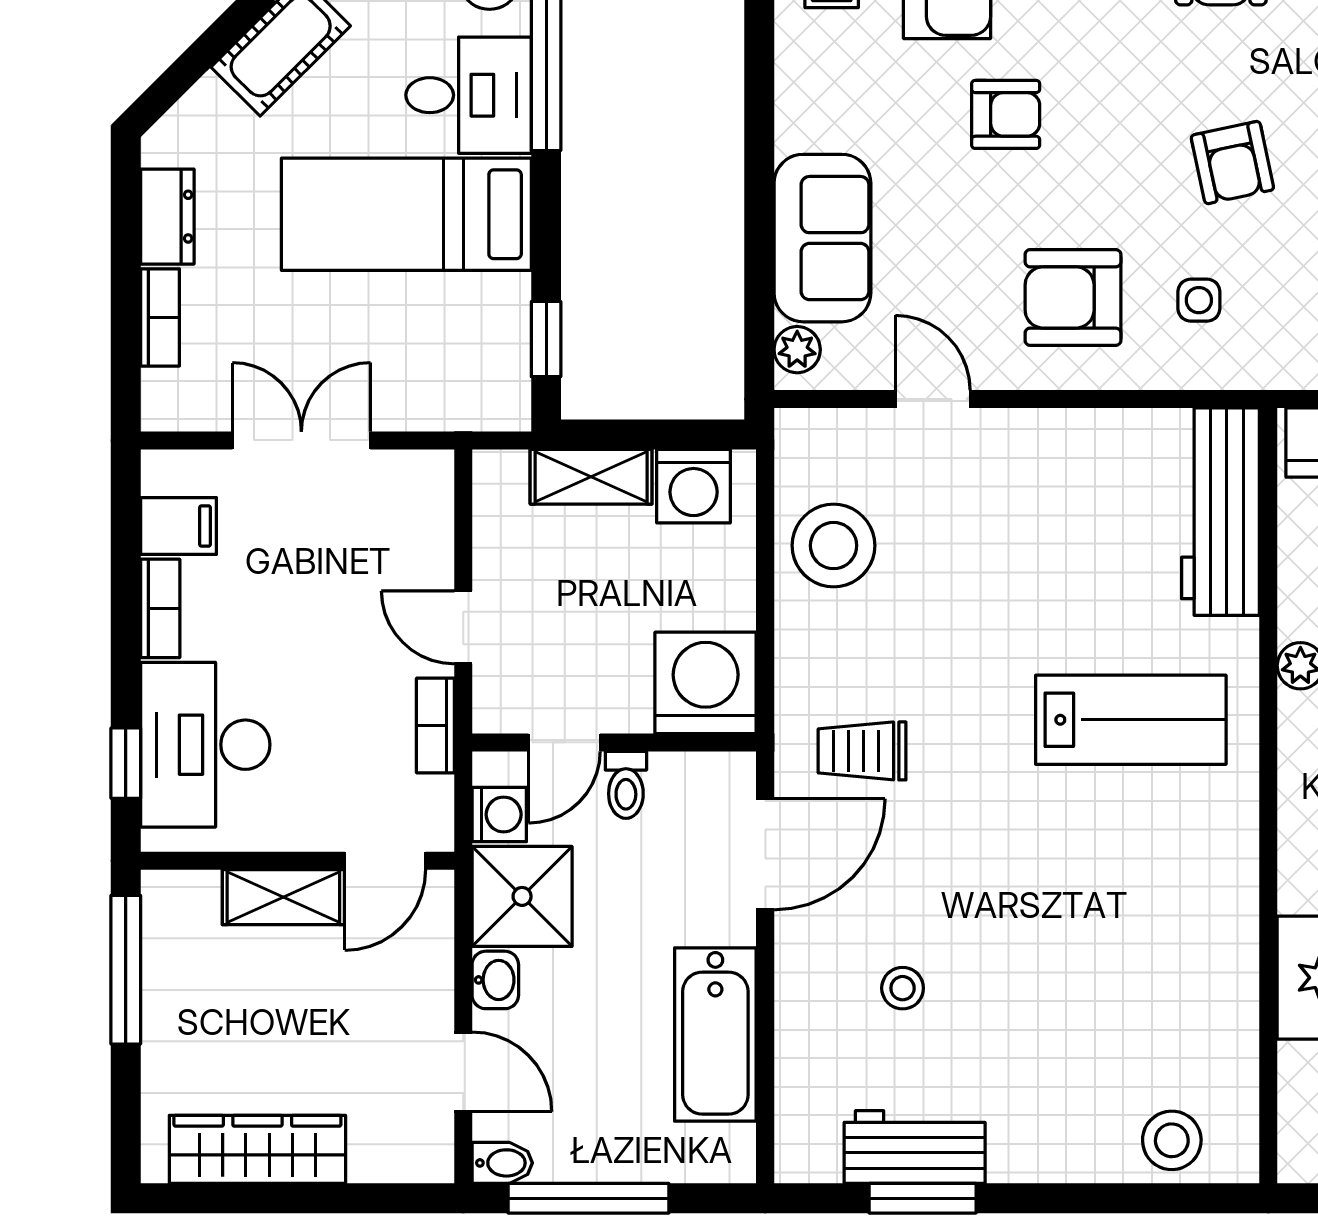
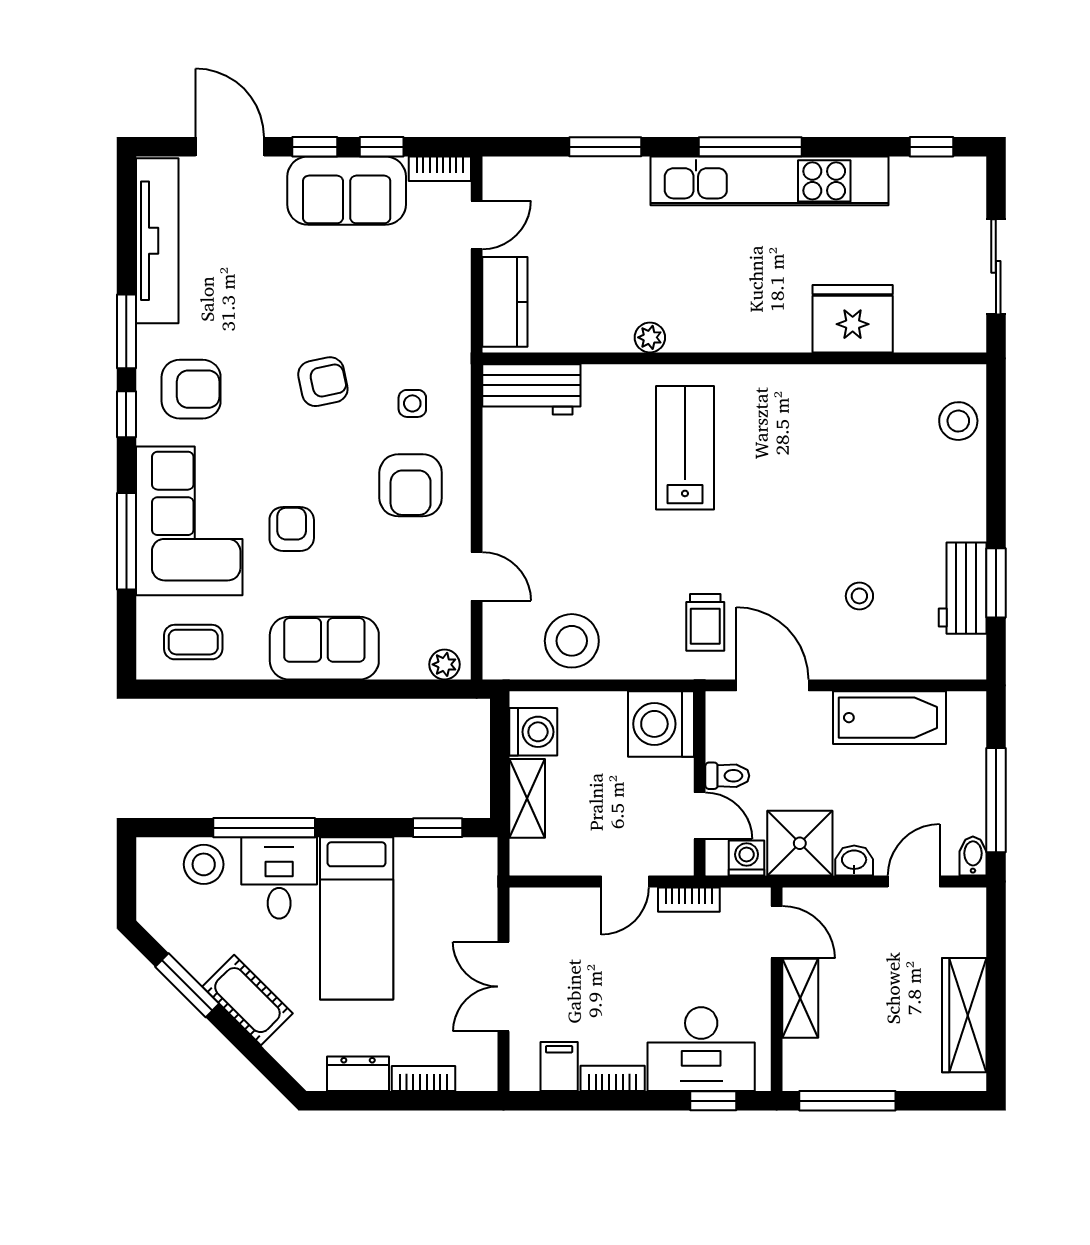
sofa: (822, 238) -> (324, 648), moved
door: (933, 399) -> (477, 576), swing flipped
workbench: (1221, 512) -> (531, 389), width x0.73

